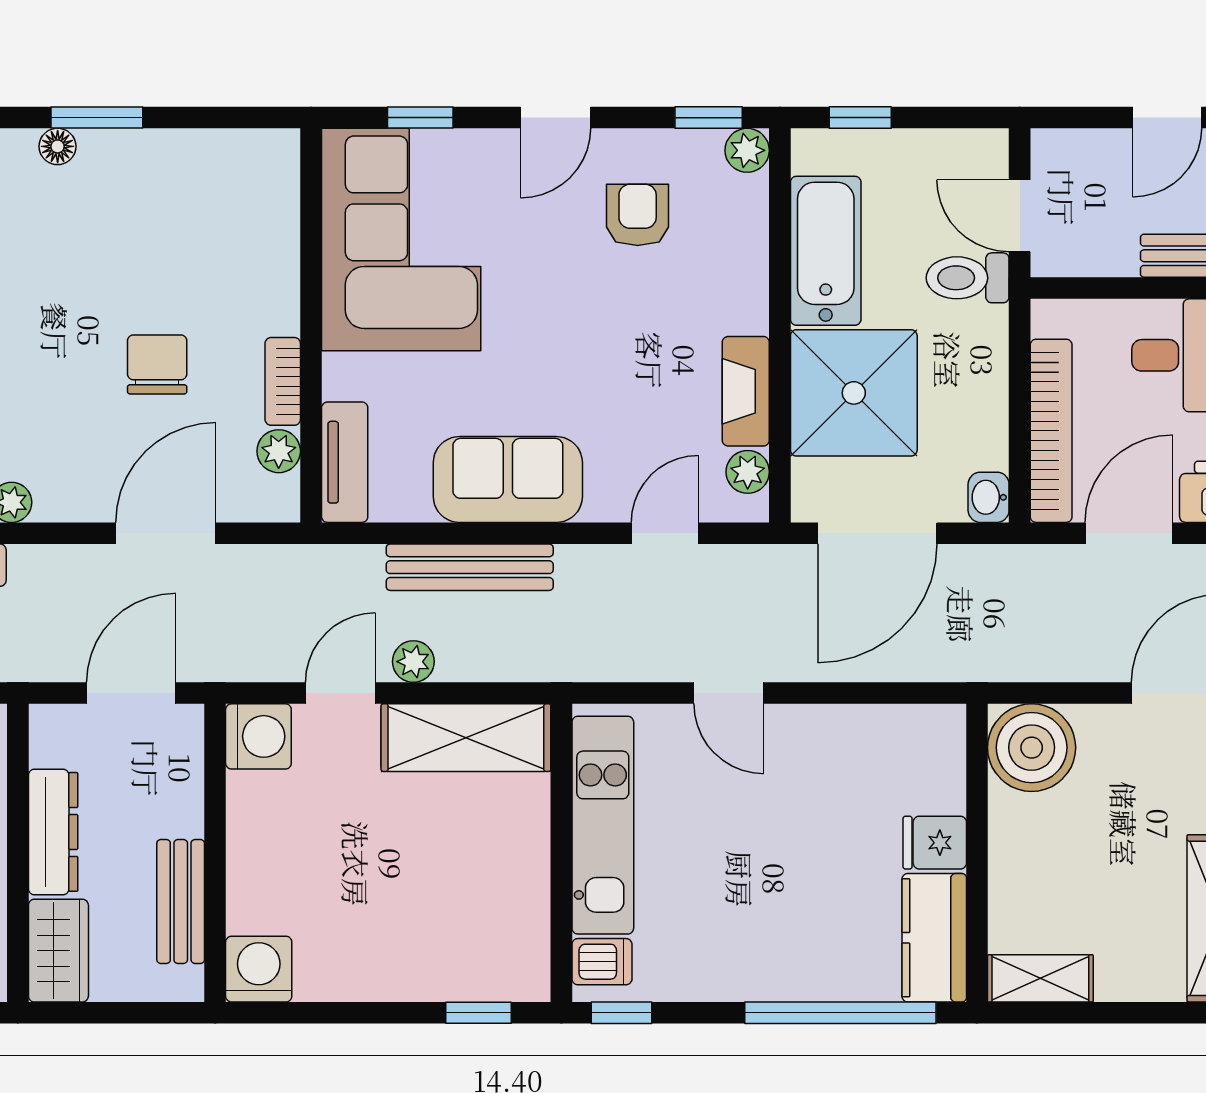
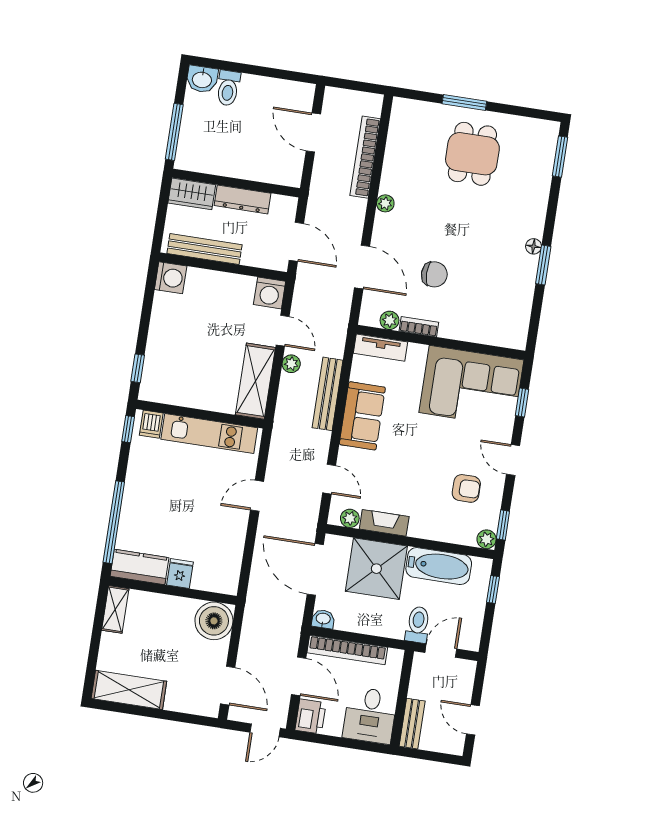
bench: (181, 901) -> (205, 249), width x1.36

